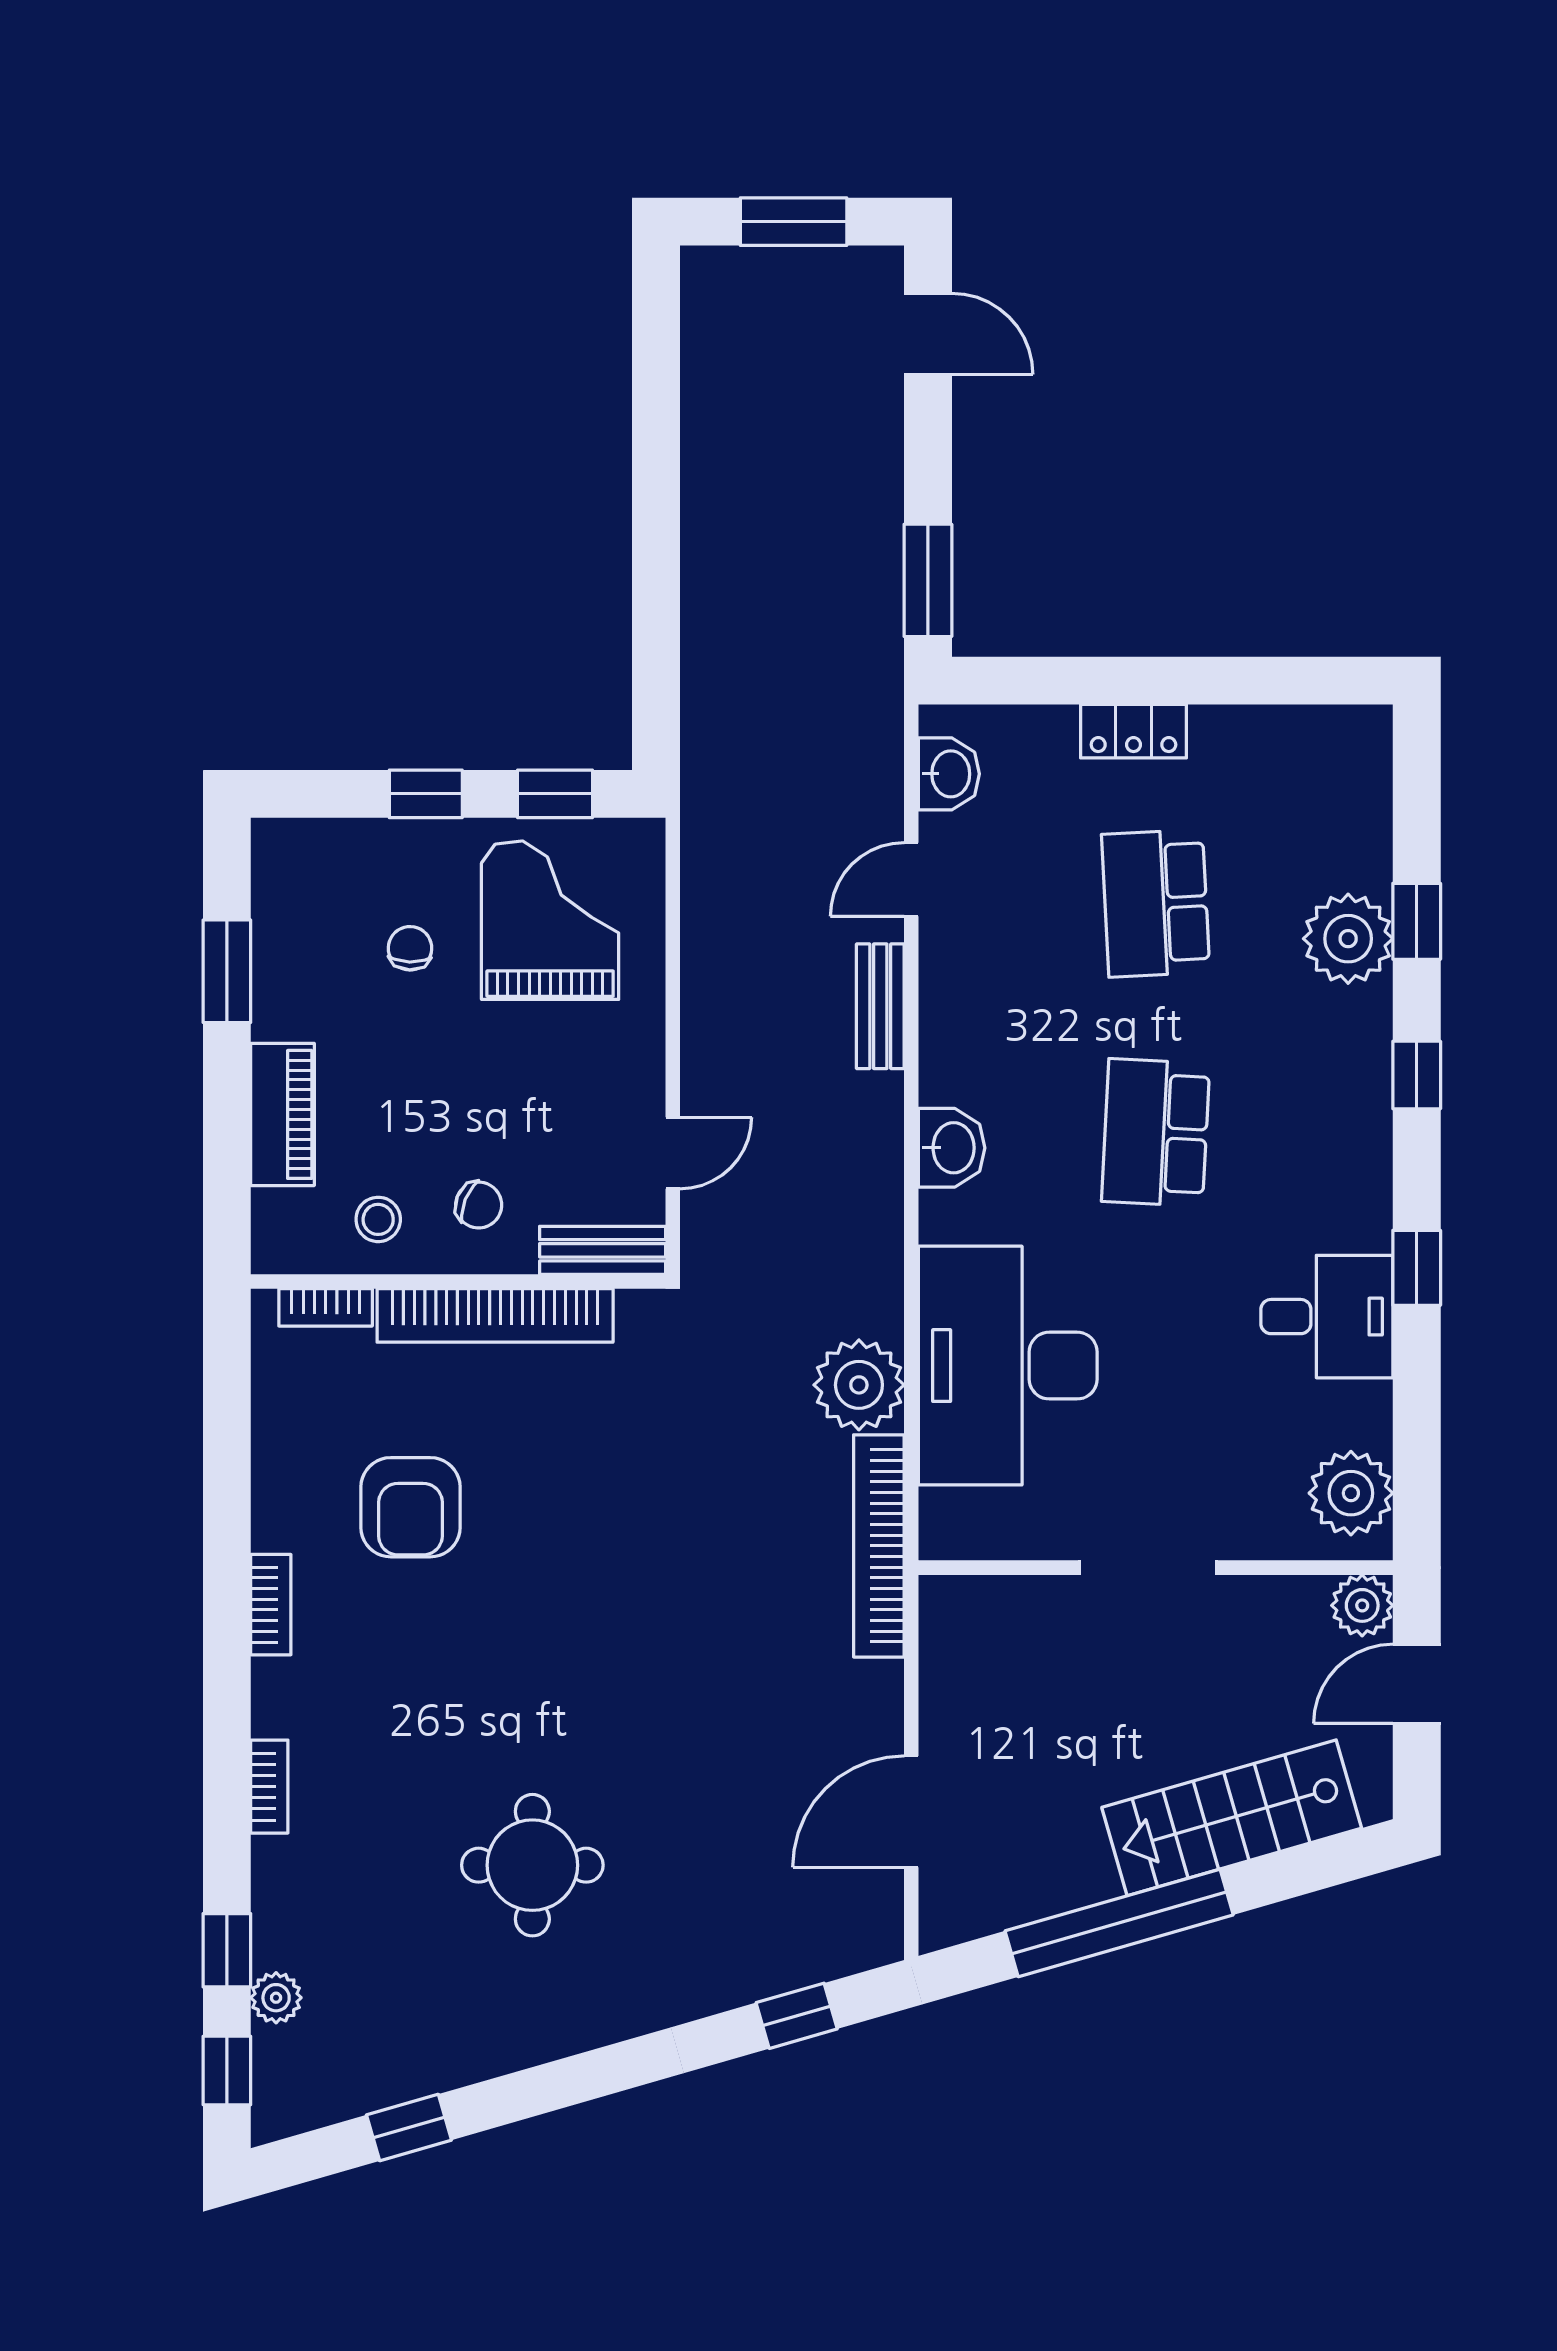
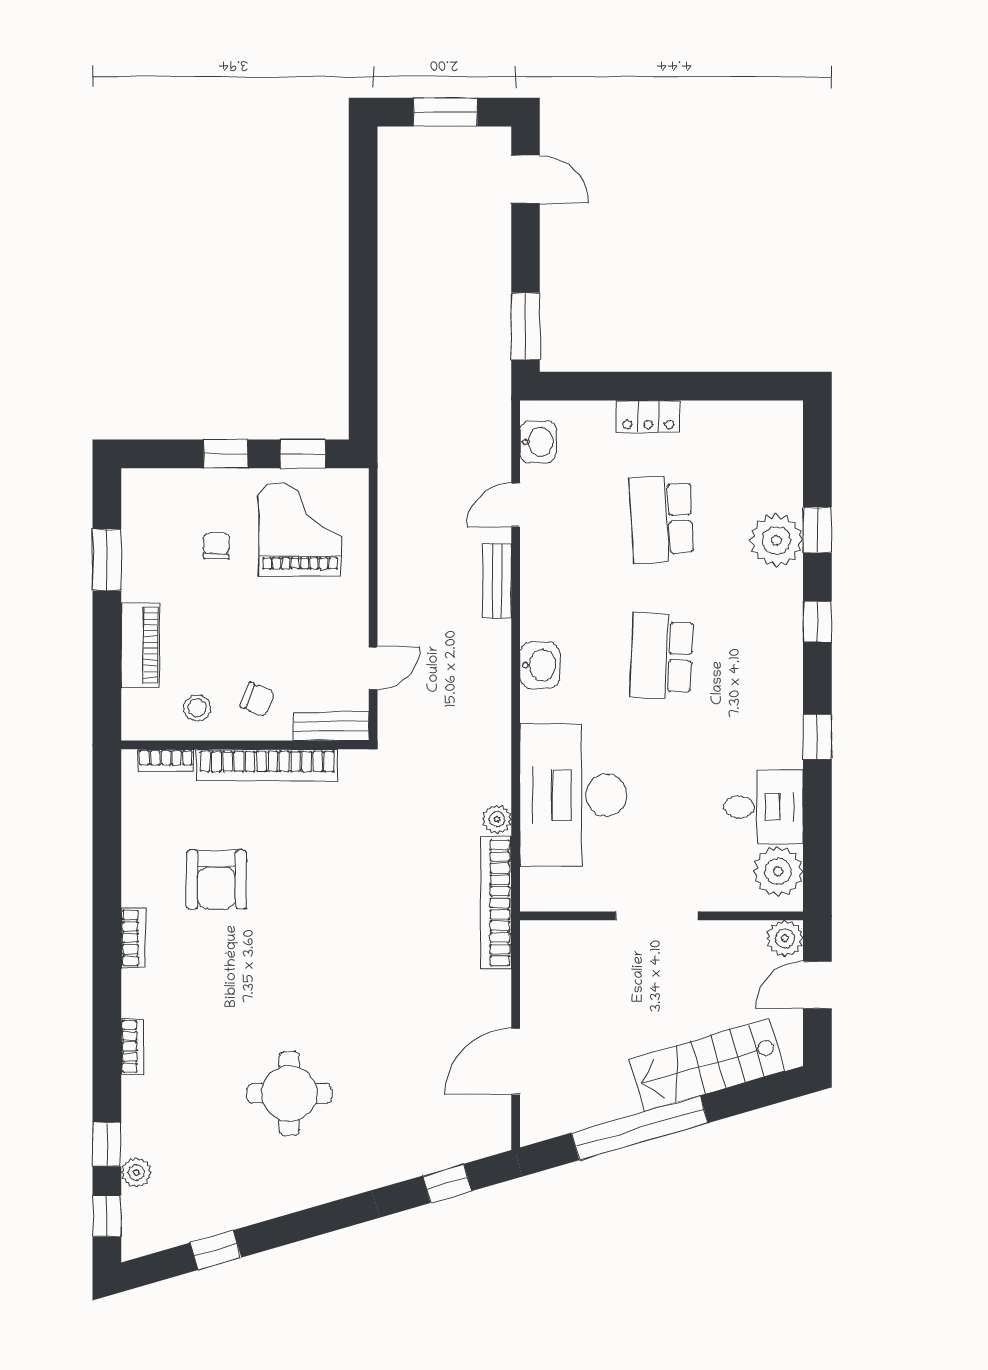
desk: (1327, 1317) -> (764, 807), moved
plant: (859, 1385) -> (497, 819), width x0.53, depth x0.53

